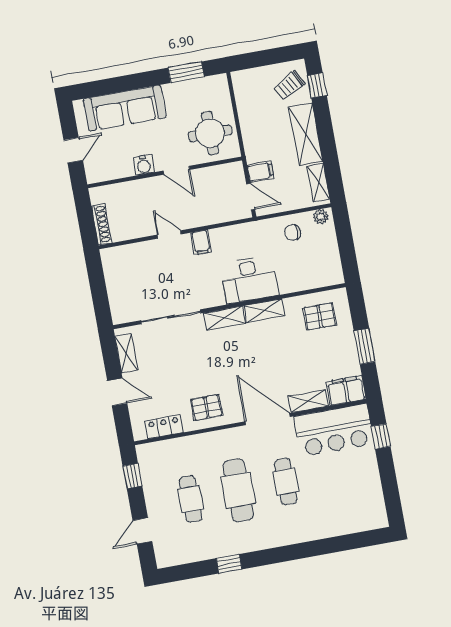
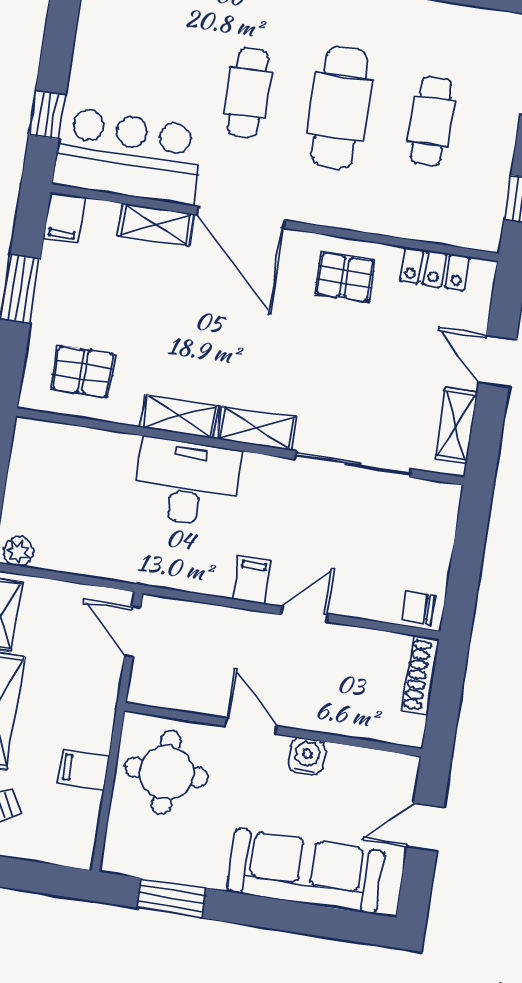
filing cabinet: (260, 172) -> (84, 770), moved
chair: (293, 232) -> (418, 608), moved, turned 180
door: (169, 235) -> (304, 614), swing flipped
filing cabinet: (346, 391) -> (64, 218), width x0.50

